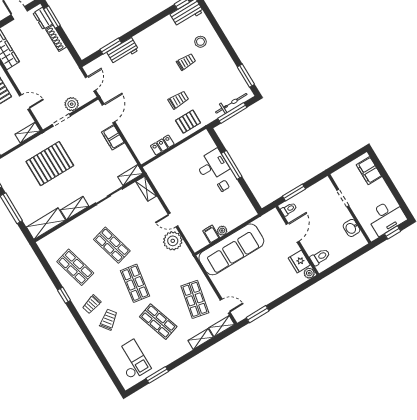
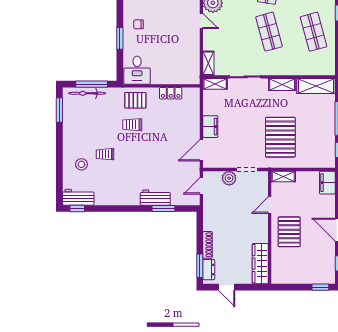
door: (25, 102) -> (270, 205), hinge flipped
pallet: (50, 164) -> (280, 137), turned 90
desk: (212, 165) -> (137, 70), moved, turned -90
window: (232, 165) -> (120, 38), width x0.69

